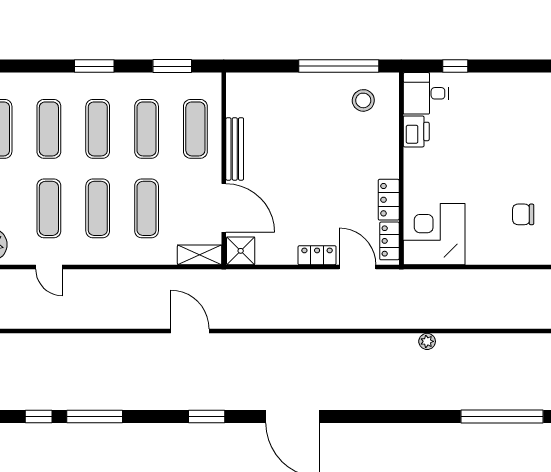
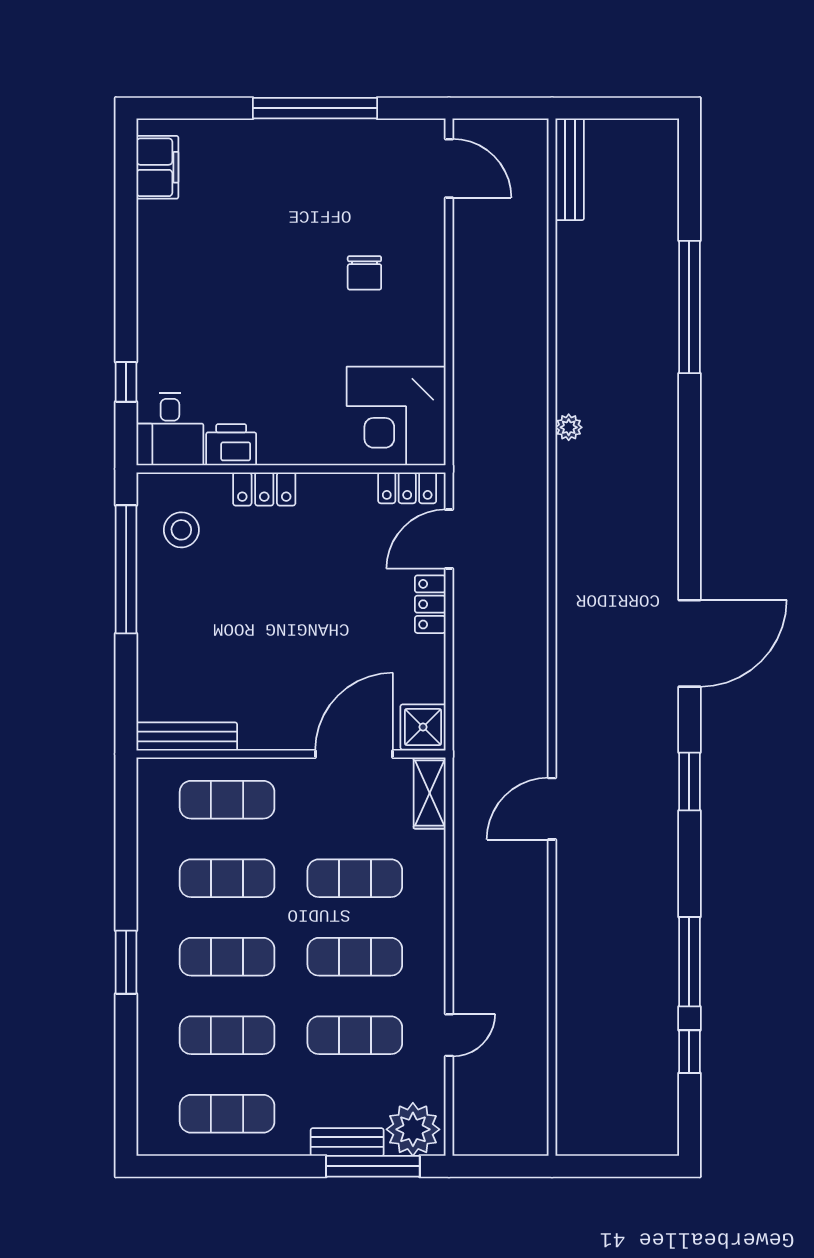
window: (172, 66) -> (126, 837), removed
bench: (235, 149) -> (187, 737), moved
locker: (389, 200) -> (264, 489), moved

